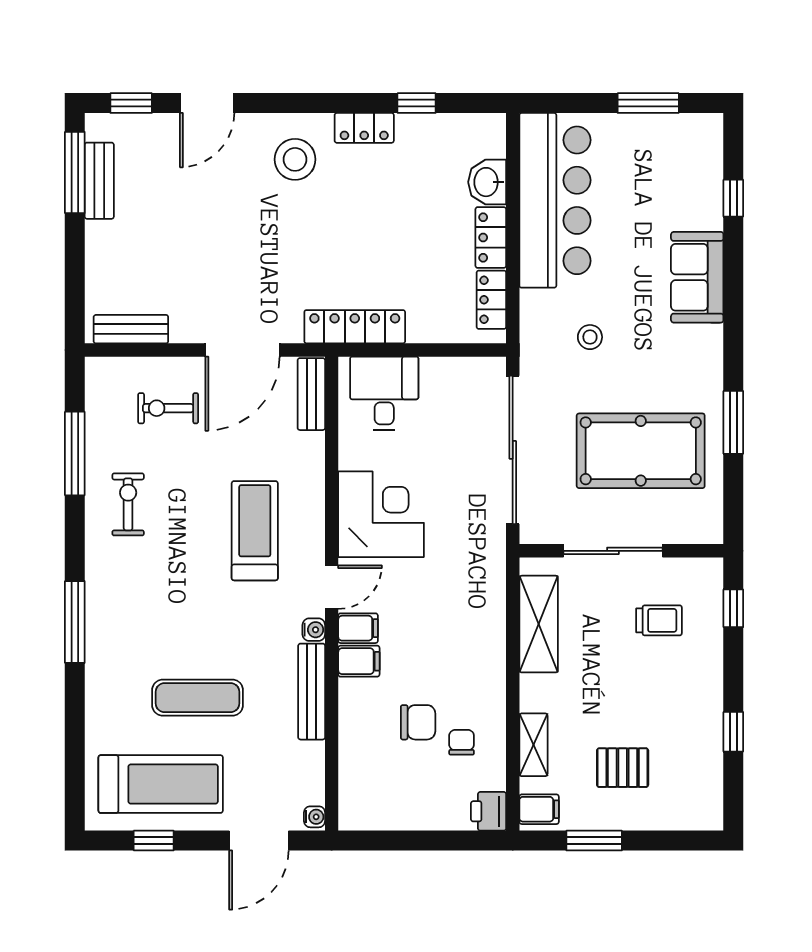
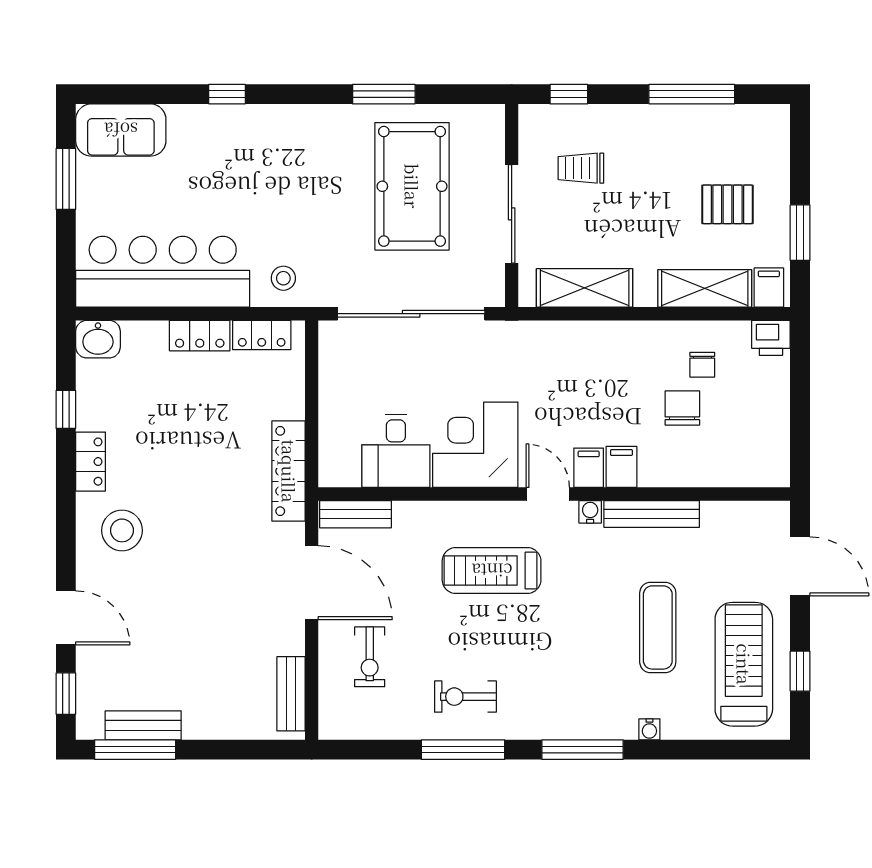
washbasin: (487, 182) -> (98, 339), moved
window: (733, 198) -> (227, 94), moved
sofa: (697, 277) -> (121, 130), moved
stool: (590, 337) -> (283, 278), moved
desk: (384, 393) -> (396, 451), moved, turned -90
window: (75, 453) -> (463, 750), moved
trolley: (659, 620) -> (581, 168), turned -90
window: (733, 732) -> (692, 94), width x2.17
chair: (462, 742) -> (702, 365), turned -90
shelving: (533, 745) -> (705, 288), width x1.50, depth x1.33
pallet: (623, 768) -> (727, 204), turned 90
water cooler: (315, 817) -> (649, 729), moved, turned 180

